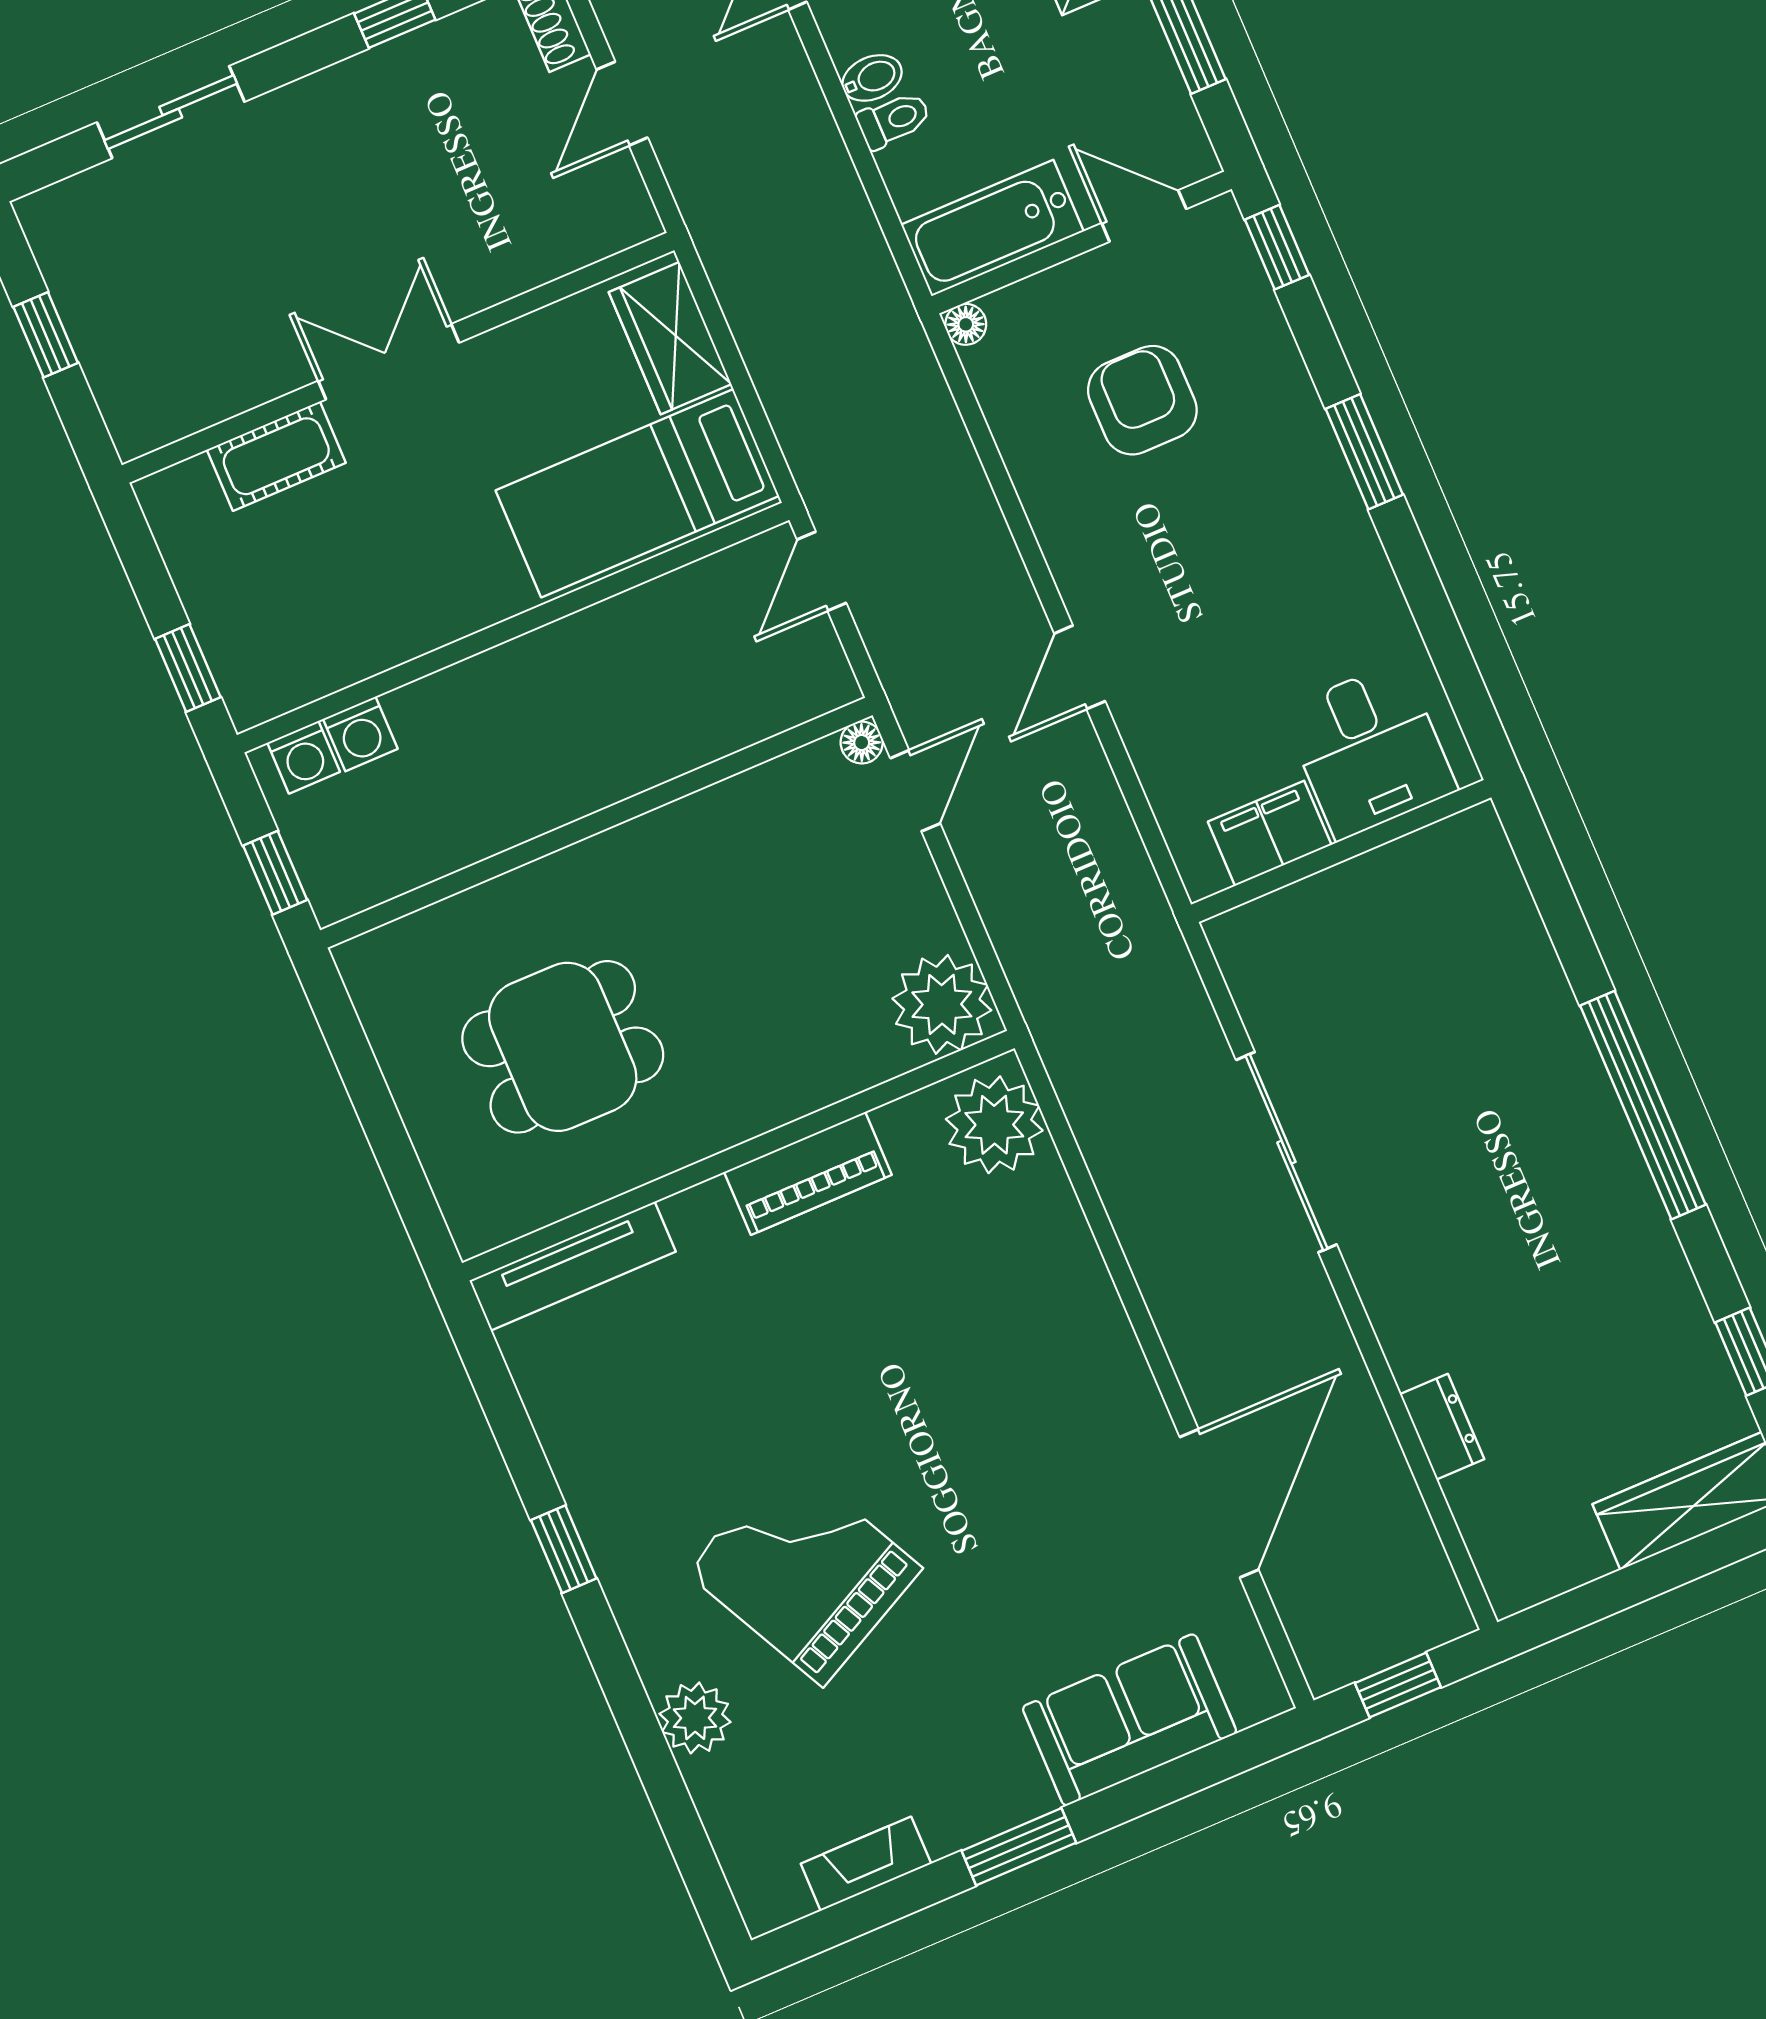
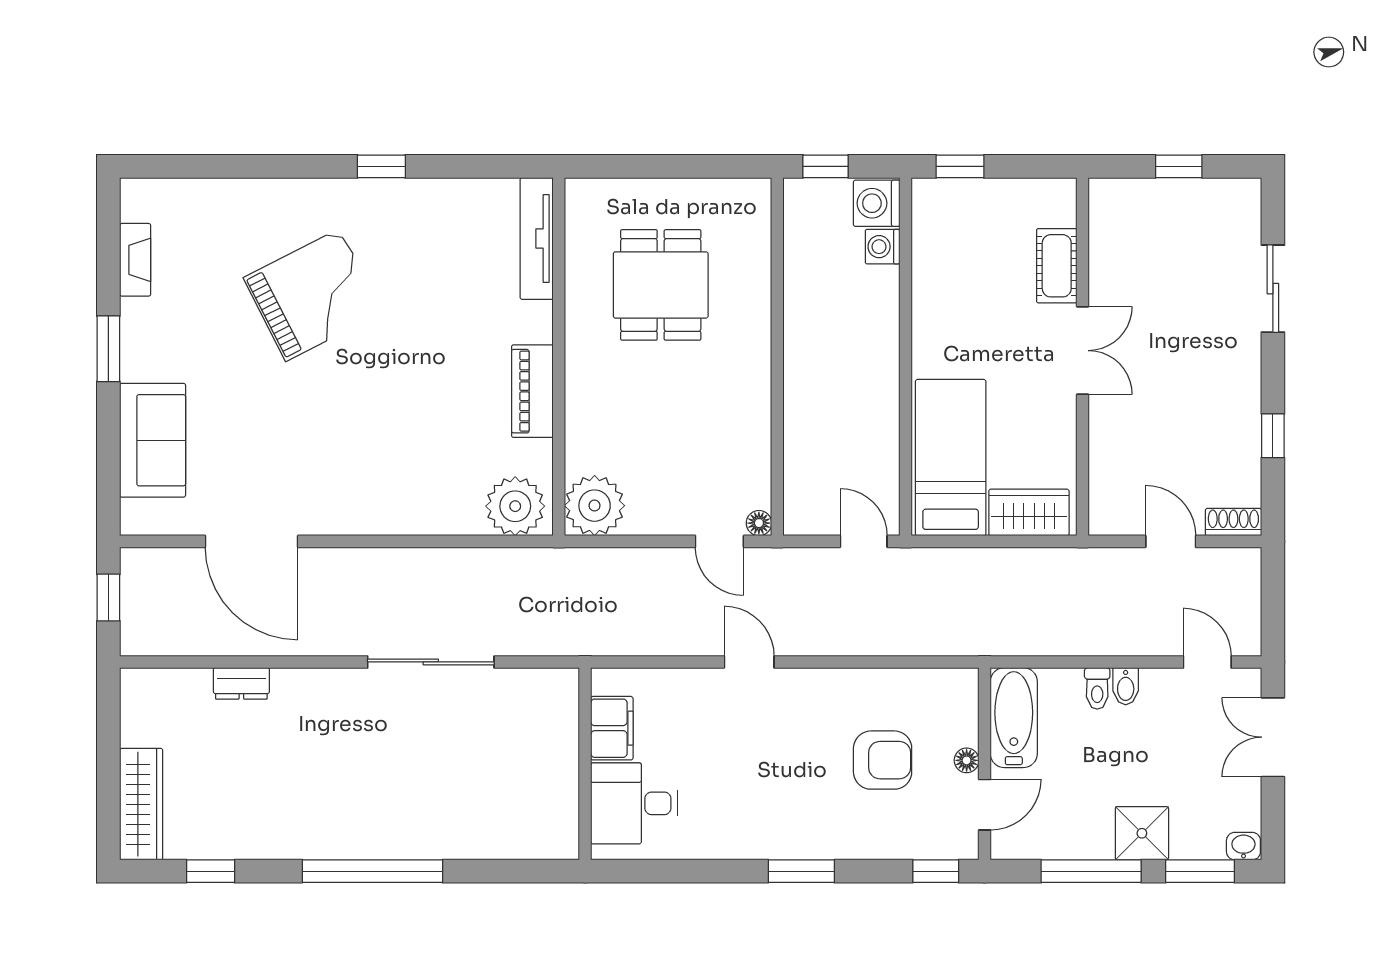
floor lamp: (966, 324) -> (967, 760), moved
washing machine: (304, 757) -> (877, 203), width x1.38, depth x1.38
plant: (695, 1718) -> (257, 199), removed

